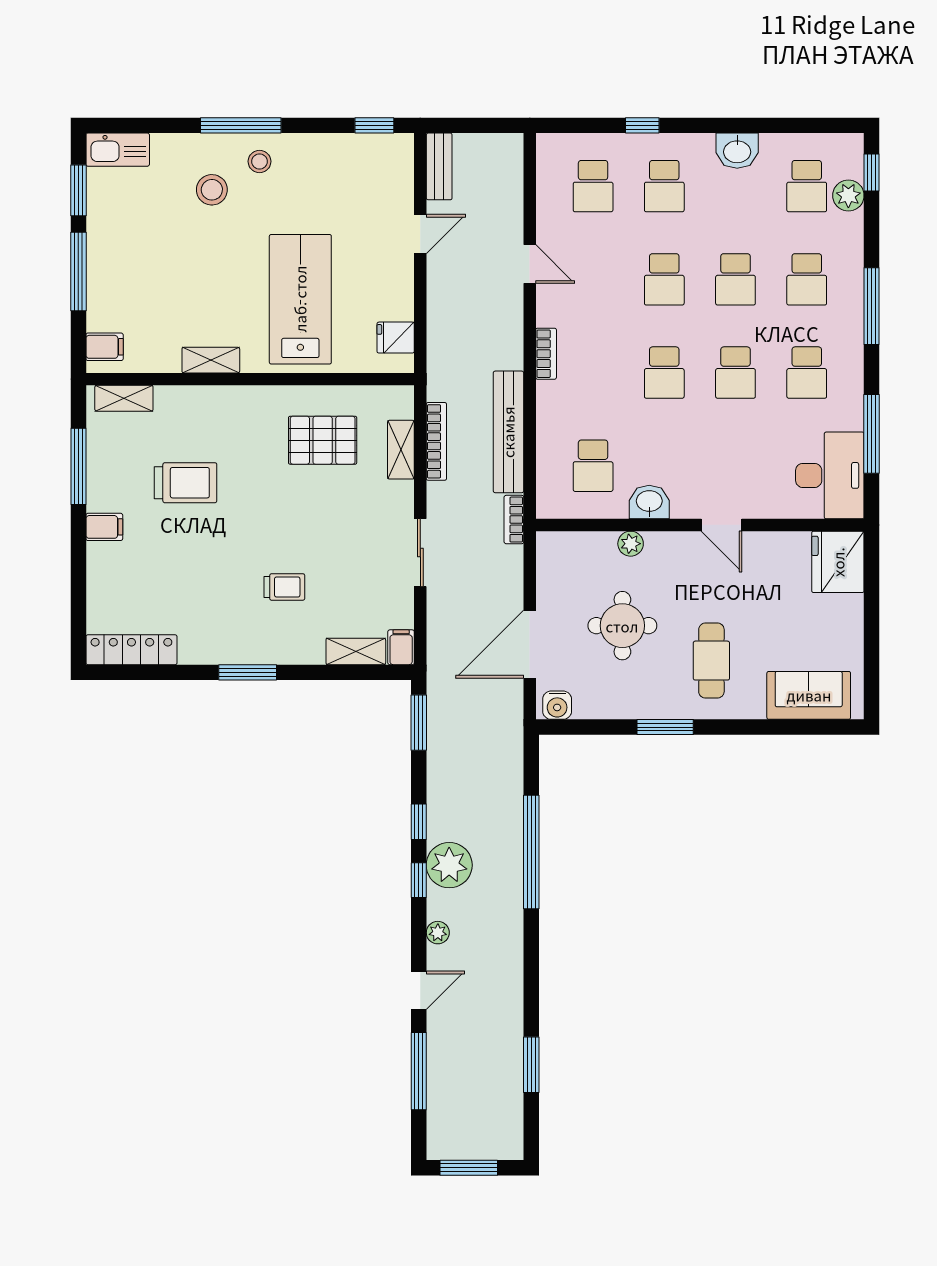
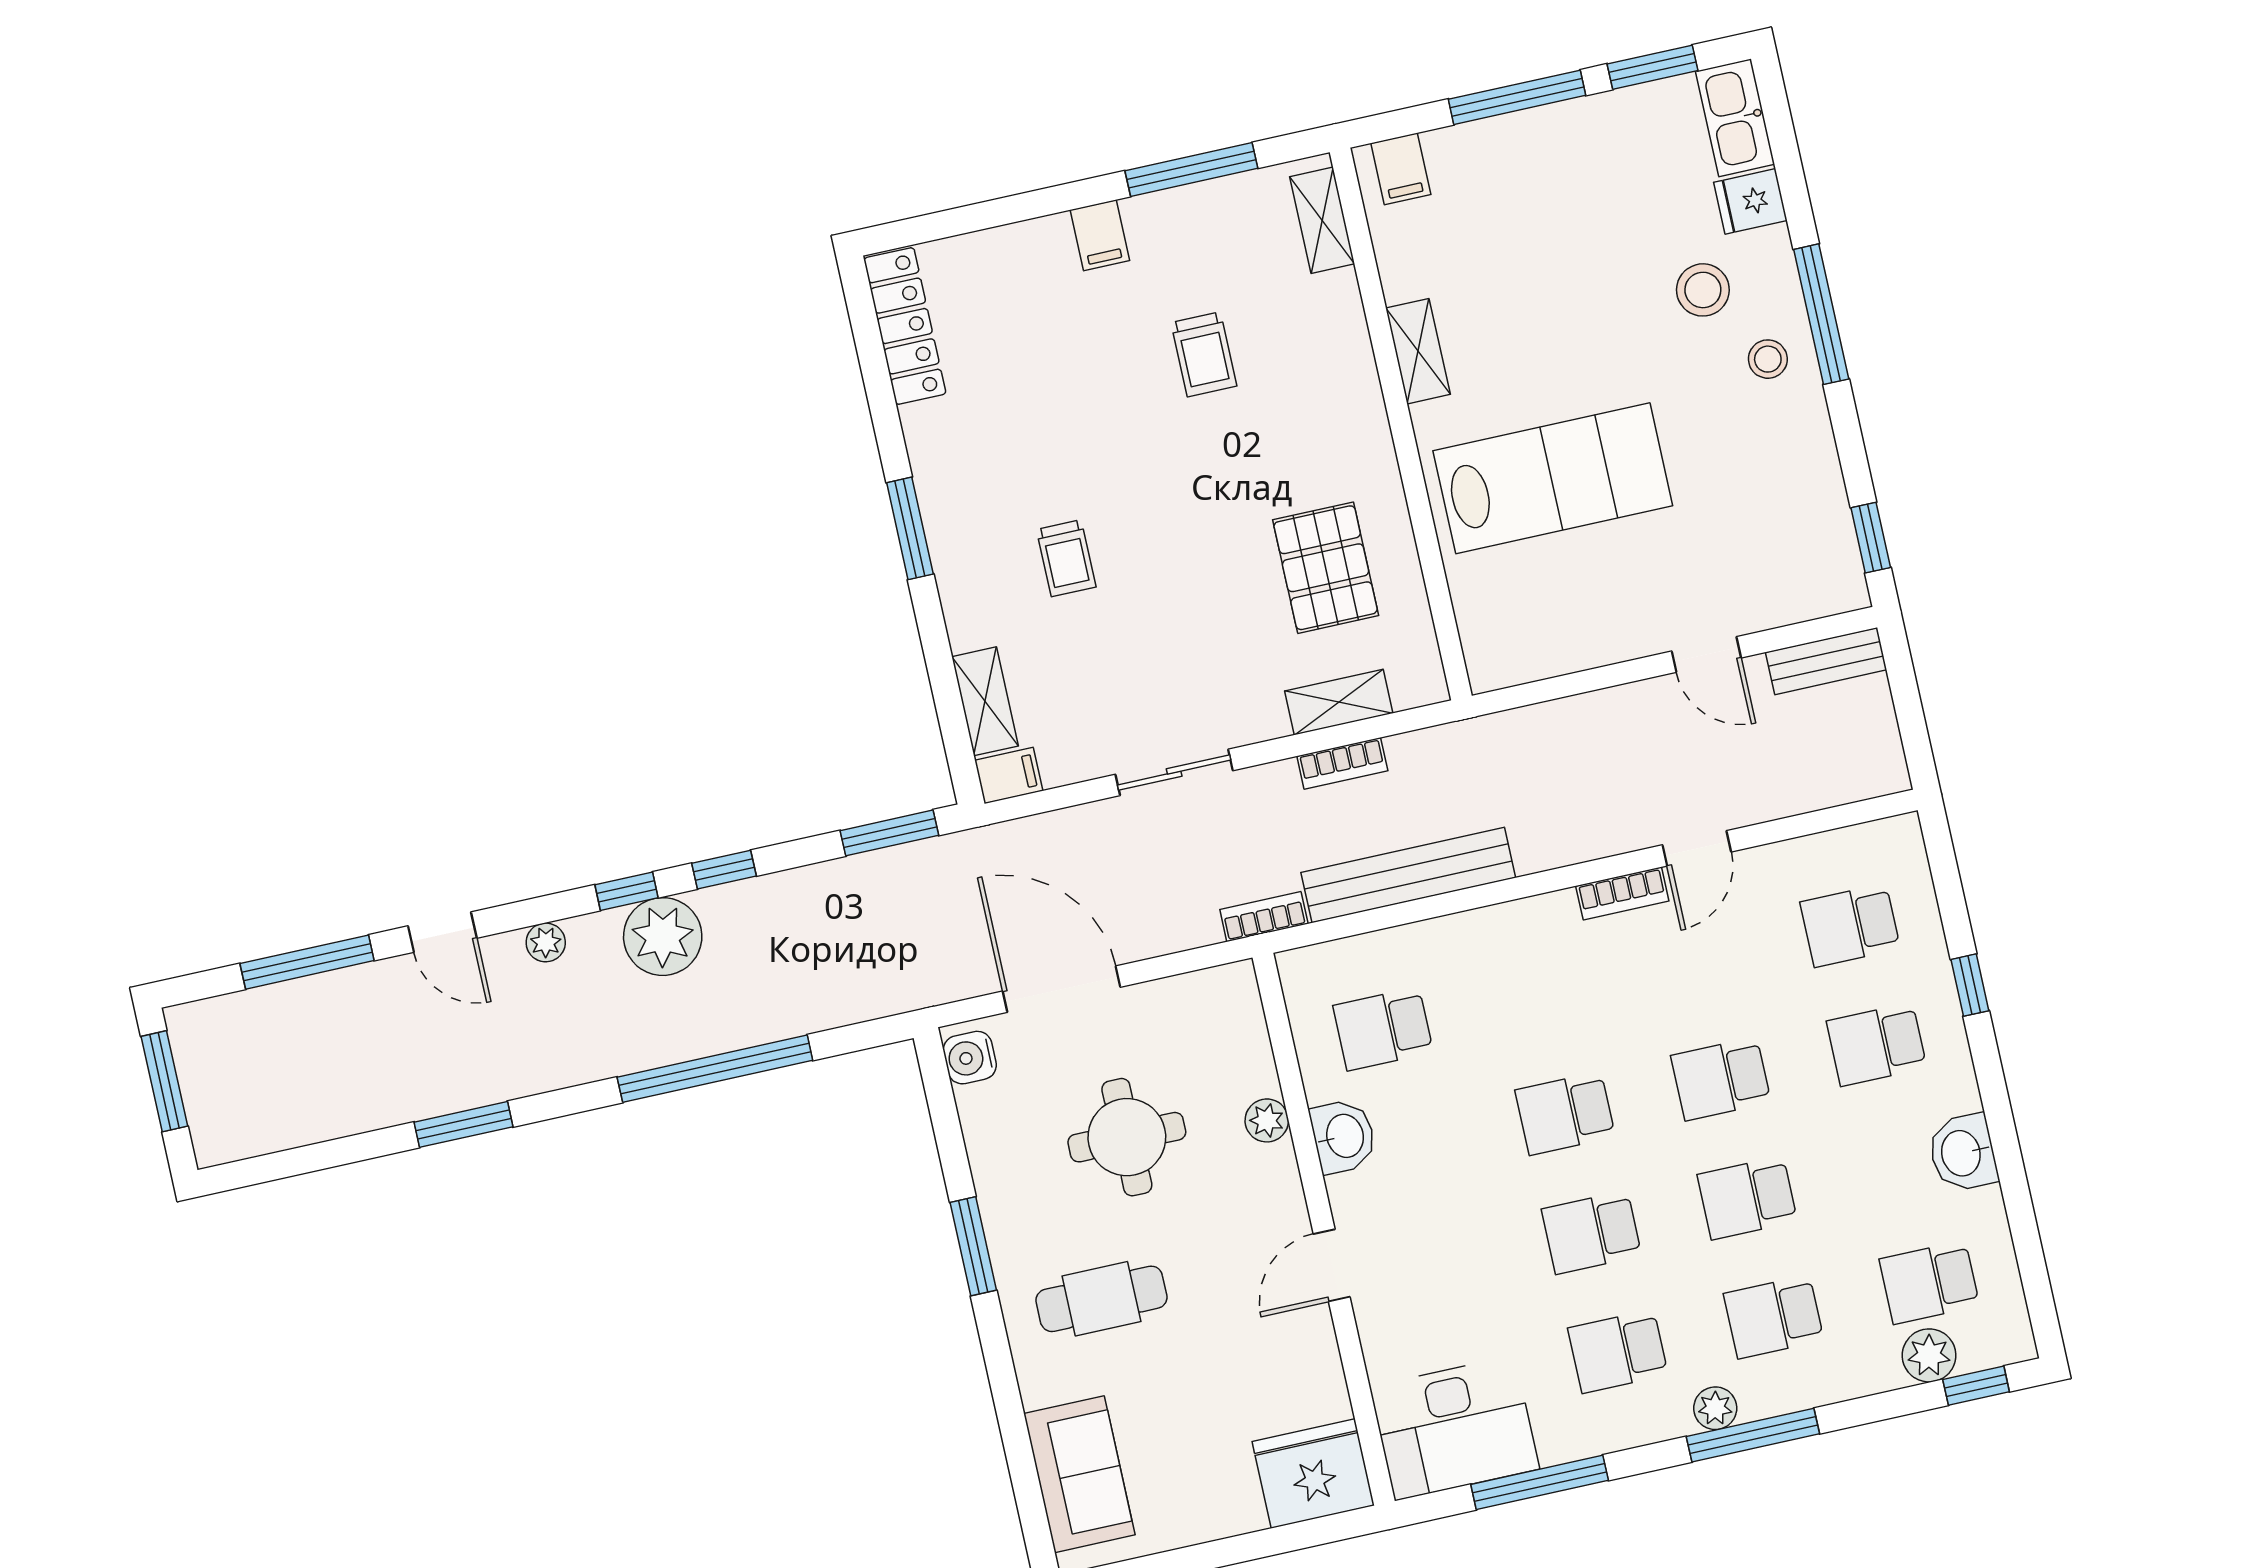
plant: (851, 324) -> (1715, 1408), added
fridge: (396, 338) -> (1750, 201), moved, turned -90
bookcase: (546, 354) -> (1622, 894), moved
bookcase: (436, 441) -> (1342, 763), width x0.64
trolley: (185, 483) -> (1204, 354), width x0.73, depth x0.72
window: (531, 1065) -> (463, 1124), moved

